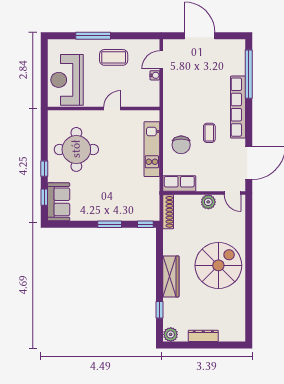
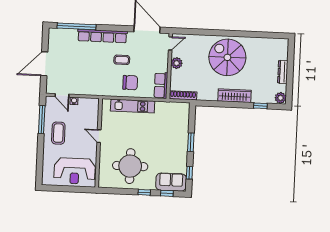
window: (93, 36) -> (42, 120), moved
window: (145, 224) -> (189, 173), moved

